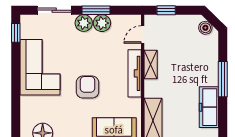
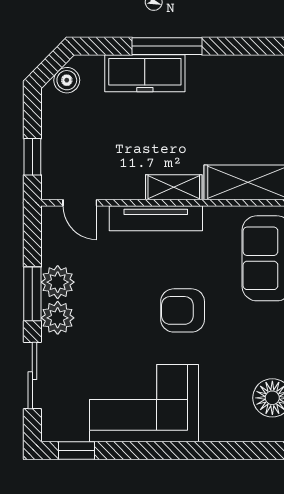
shelving: (151, 64) -> (174, 187), moved
freezer: (209, 107) -> (145, 73), moved

